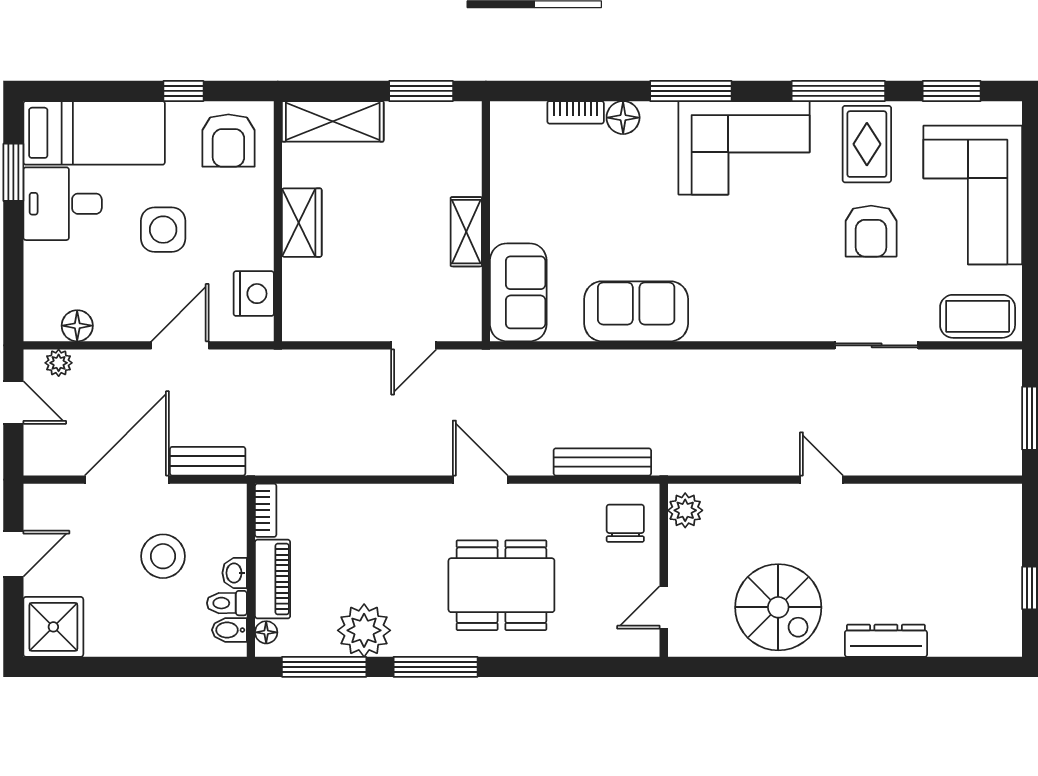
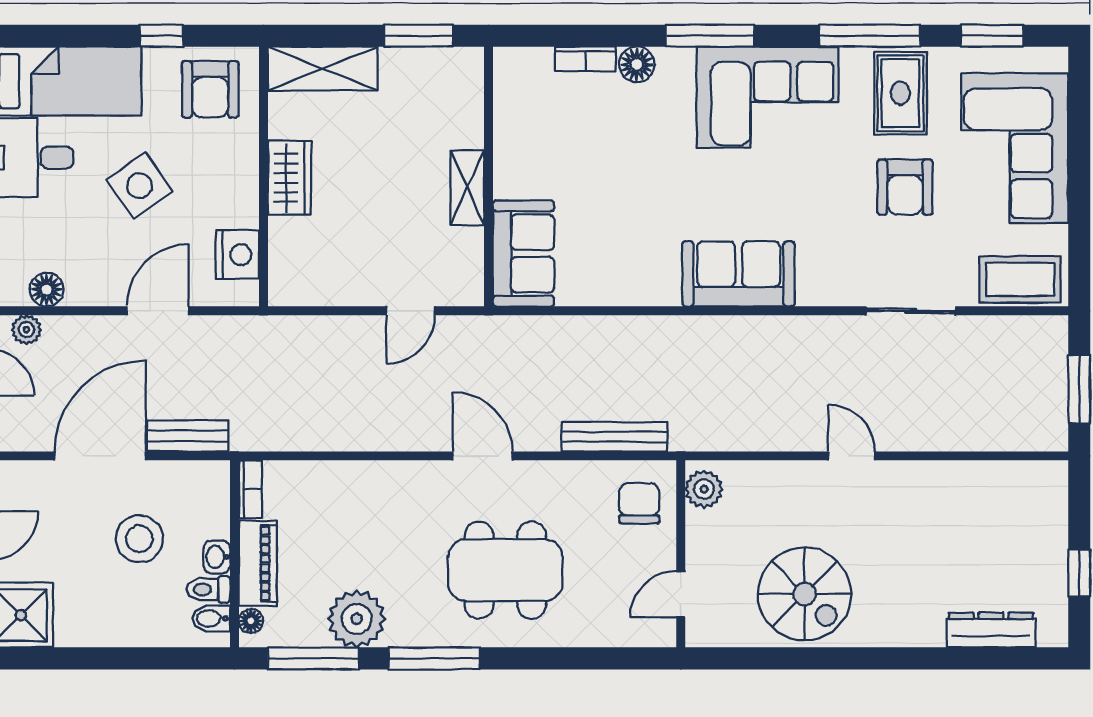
side table: (163, 230) -> (140, 186), turned -35
sofa: (636, 311) -> (739, 274), moved
dresser: (886, 641) -> (991, 630), moved

